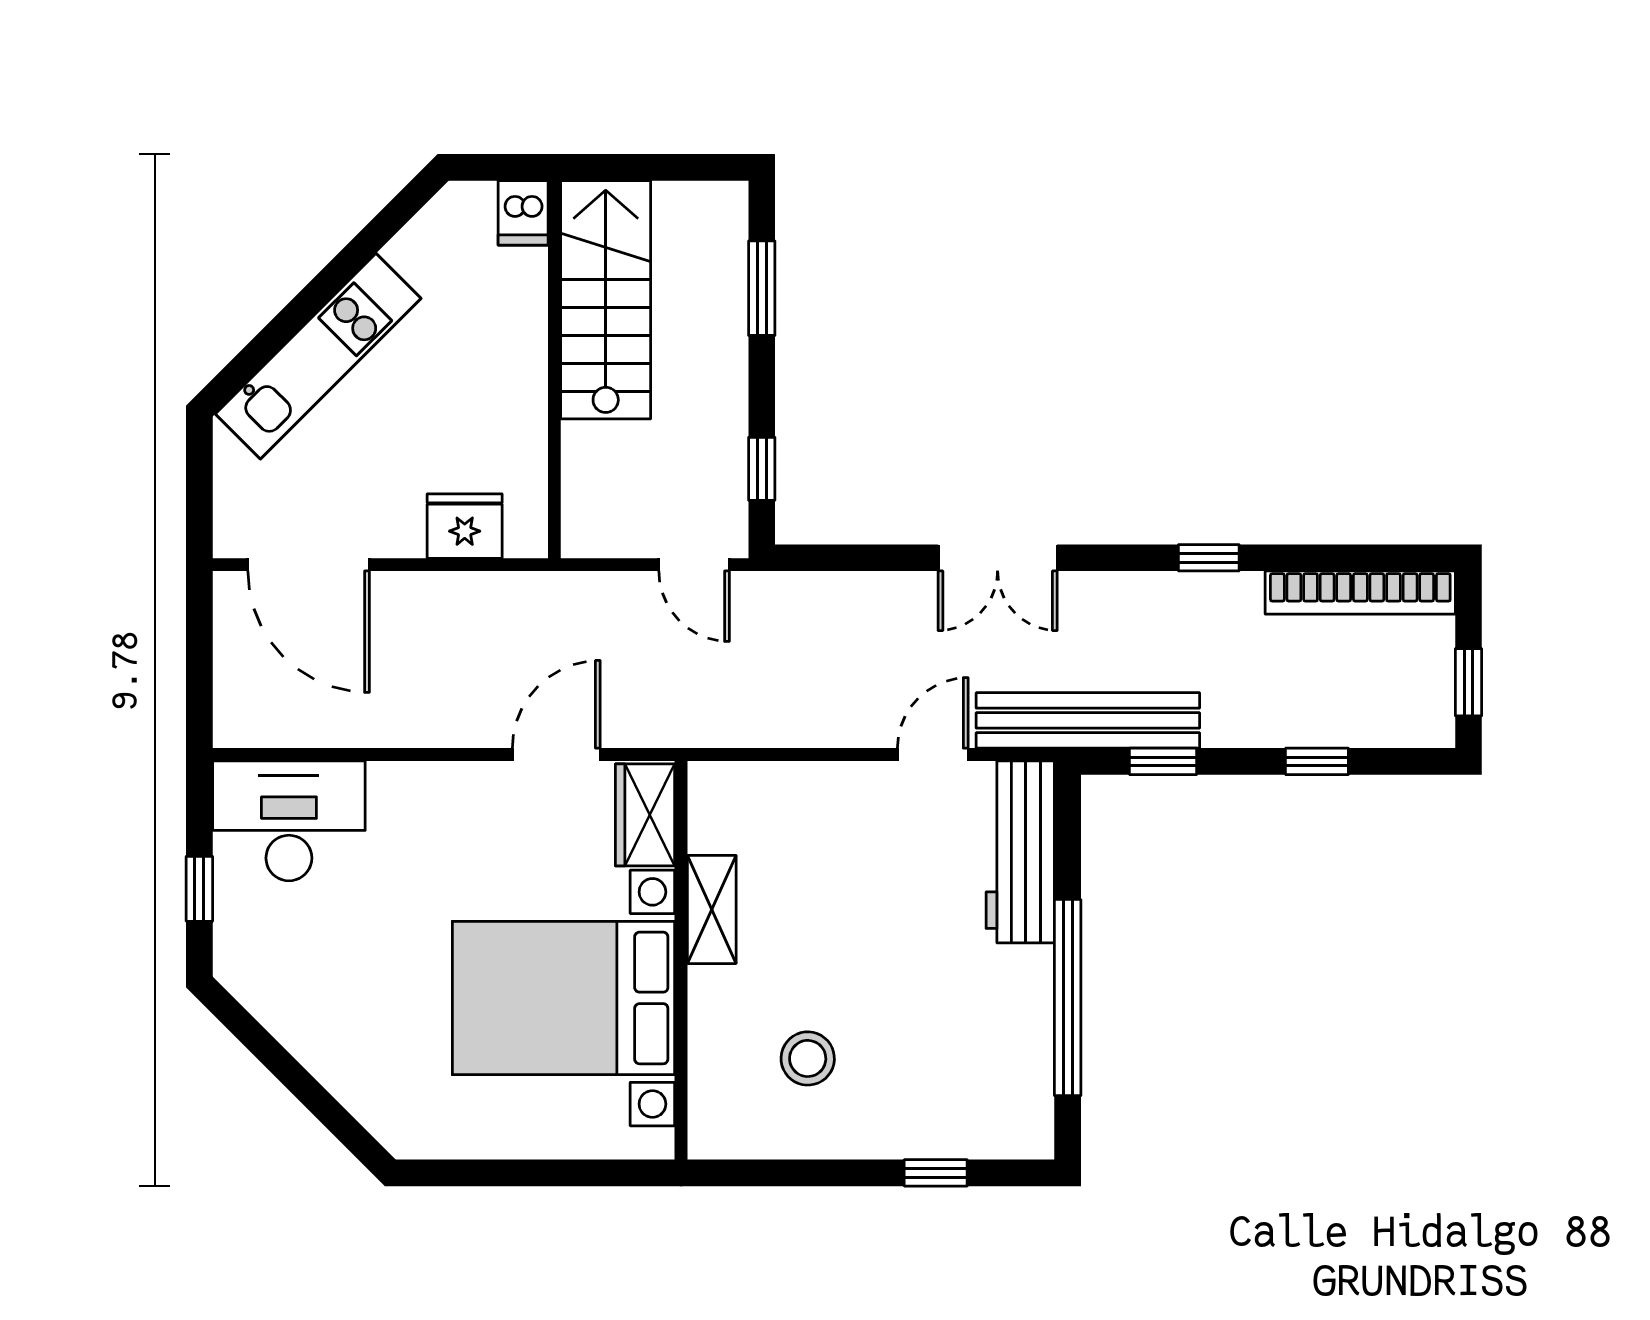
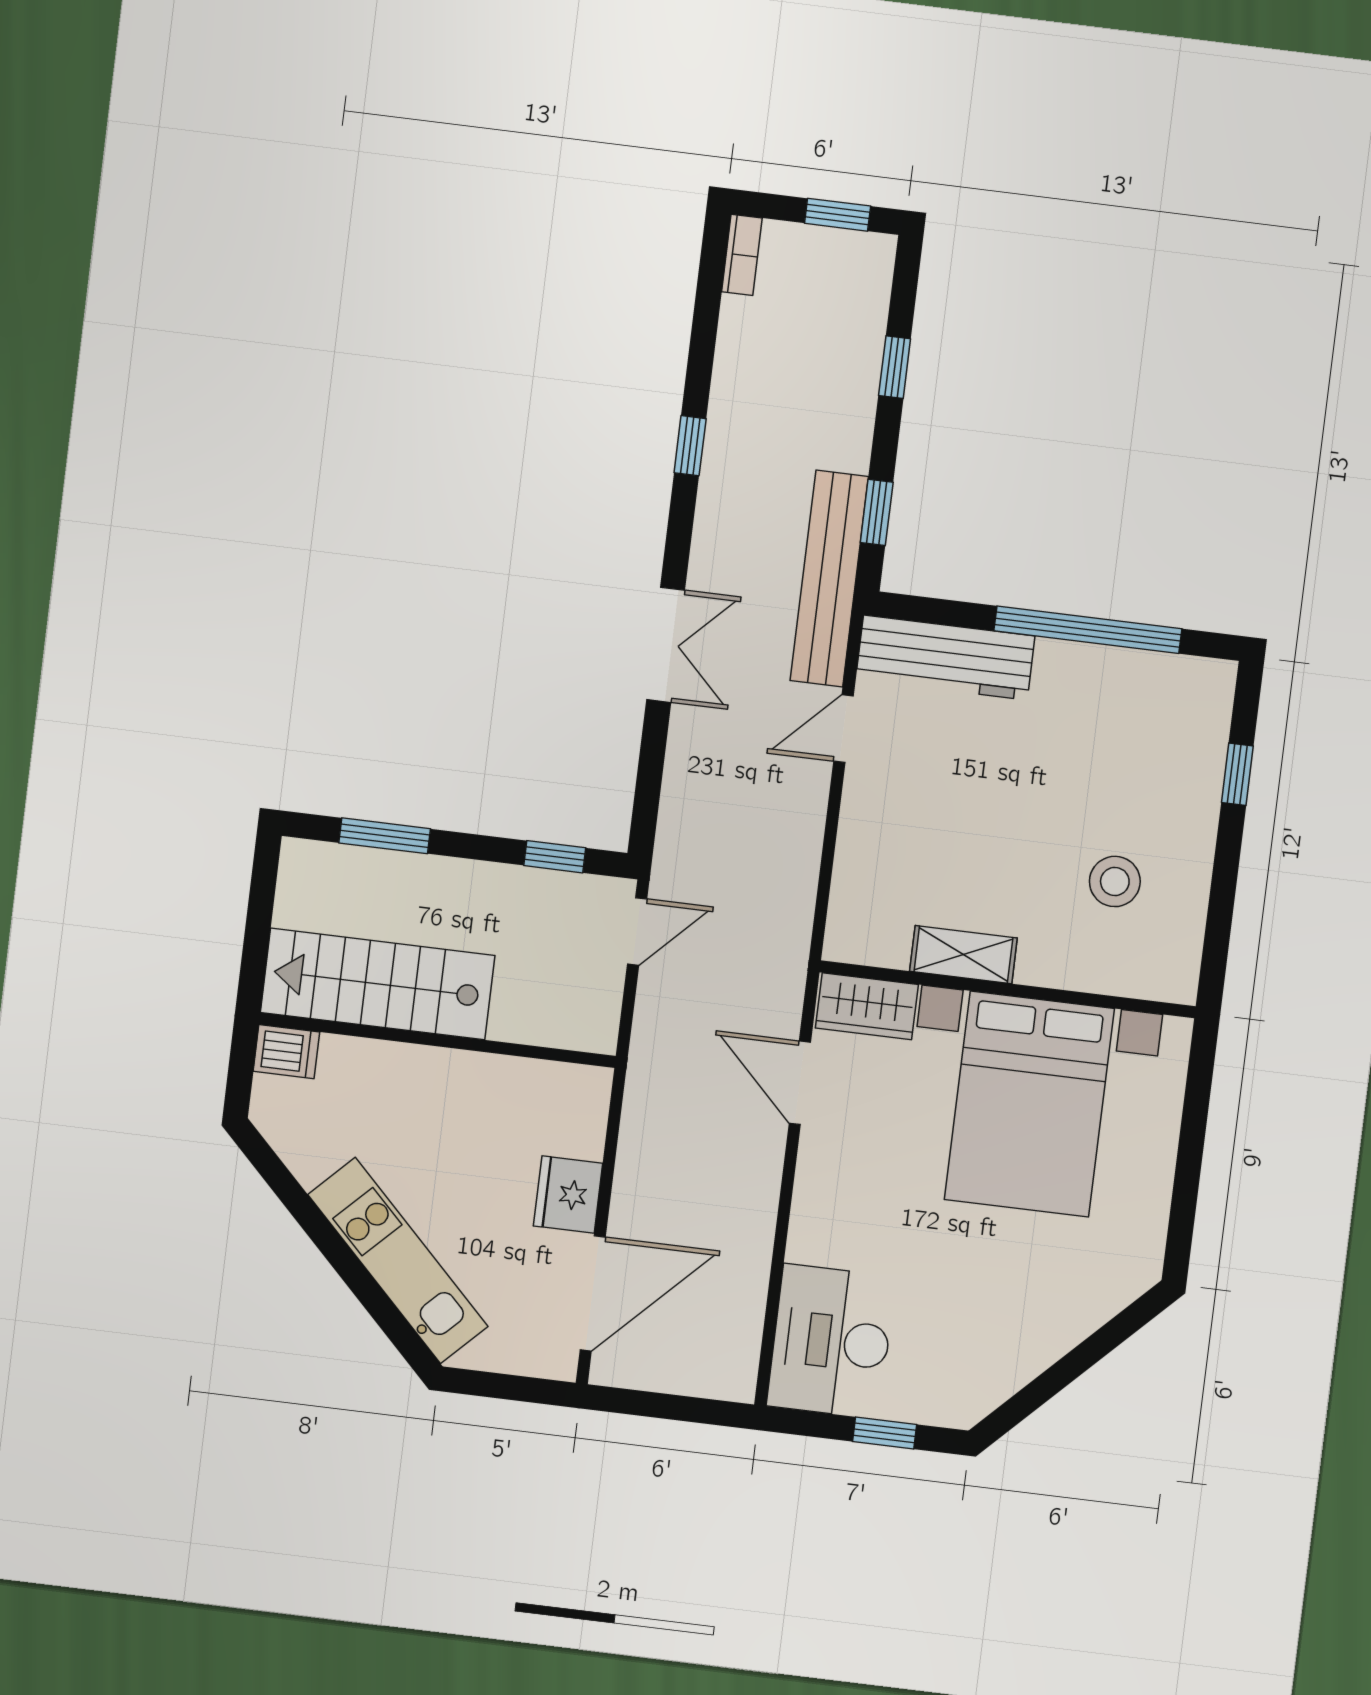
fridge: (465, 526) -> (568, 1195), moved
bookcase: (1360, 593) -> (742, 255), width x0.43, depth x0.76
door: (933, 755) -> (843, 729), hinge flipped

